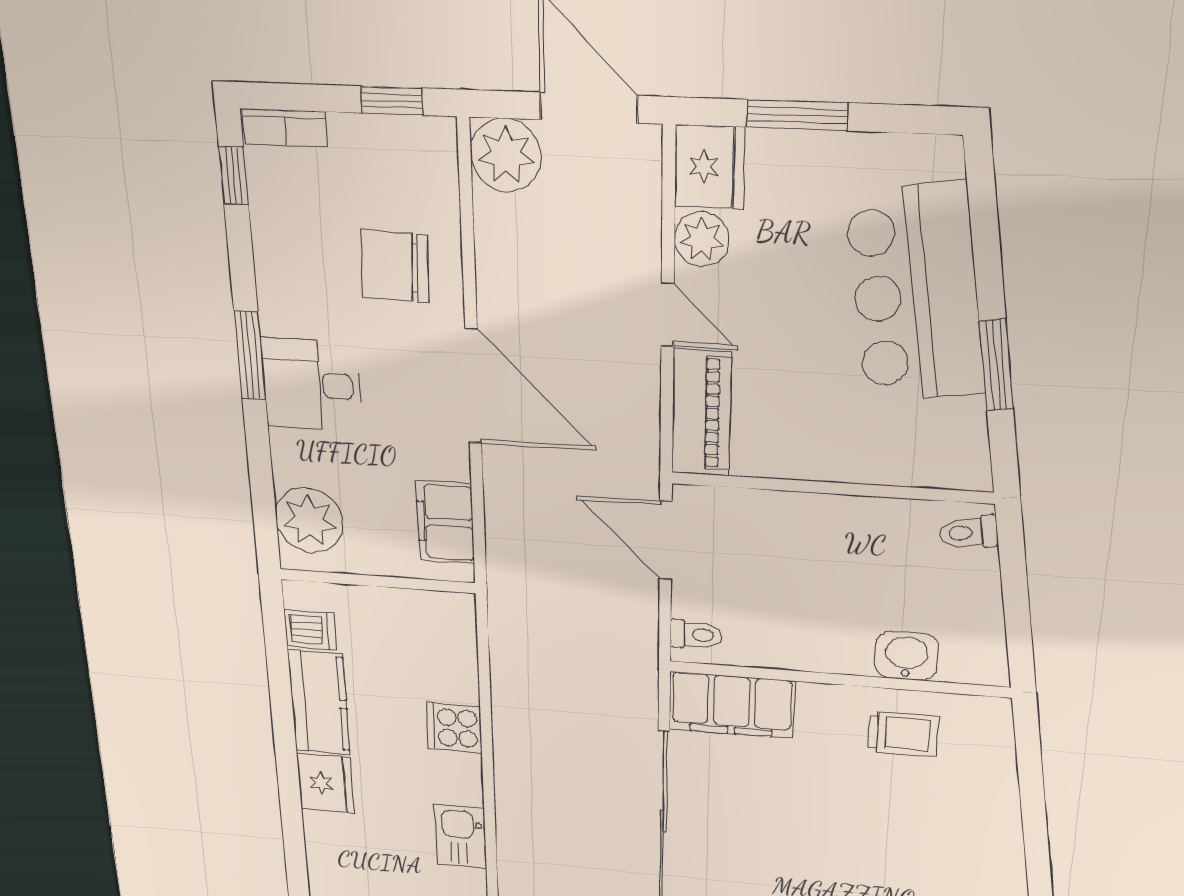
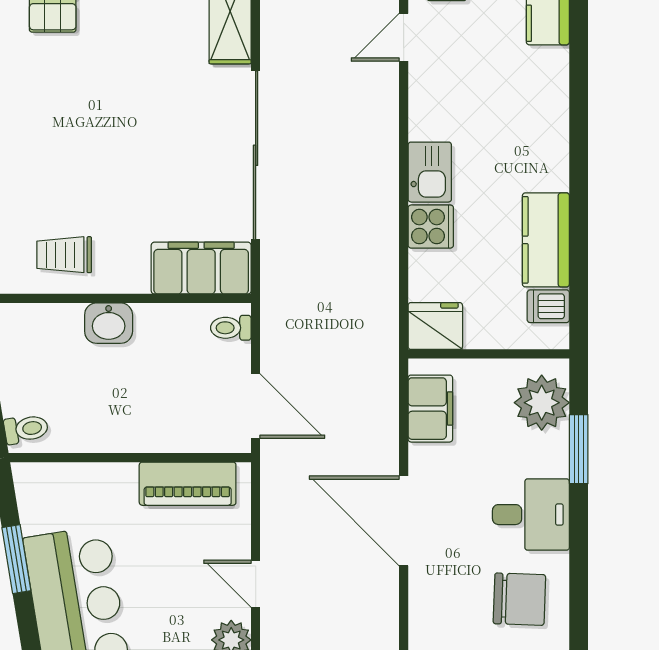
chair: (395, 266) -> (519, 599), moved
window: (250, 355) -> (579, 449), moved
piano: (701, 413) -> (188, 484), moved, turned -90
washbasin: (906, 656) -> (109, 323), moved
fridge: (325, 783) -> (435, 326), moved, turned 90
kitchen sink: (460, 836) -> (430, 172), moved

